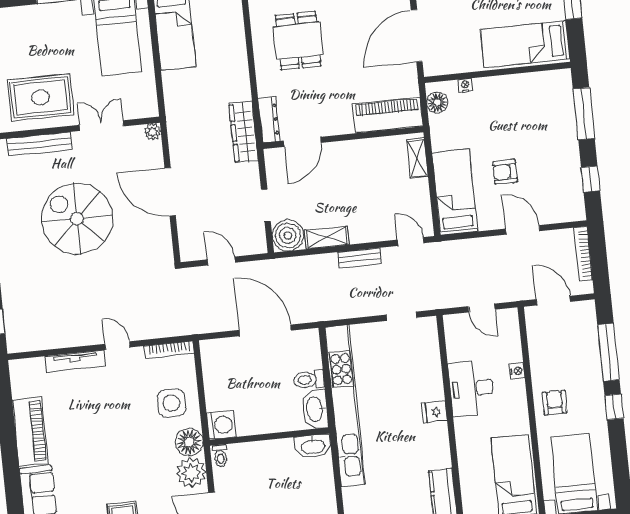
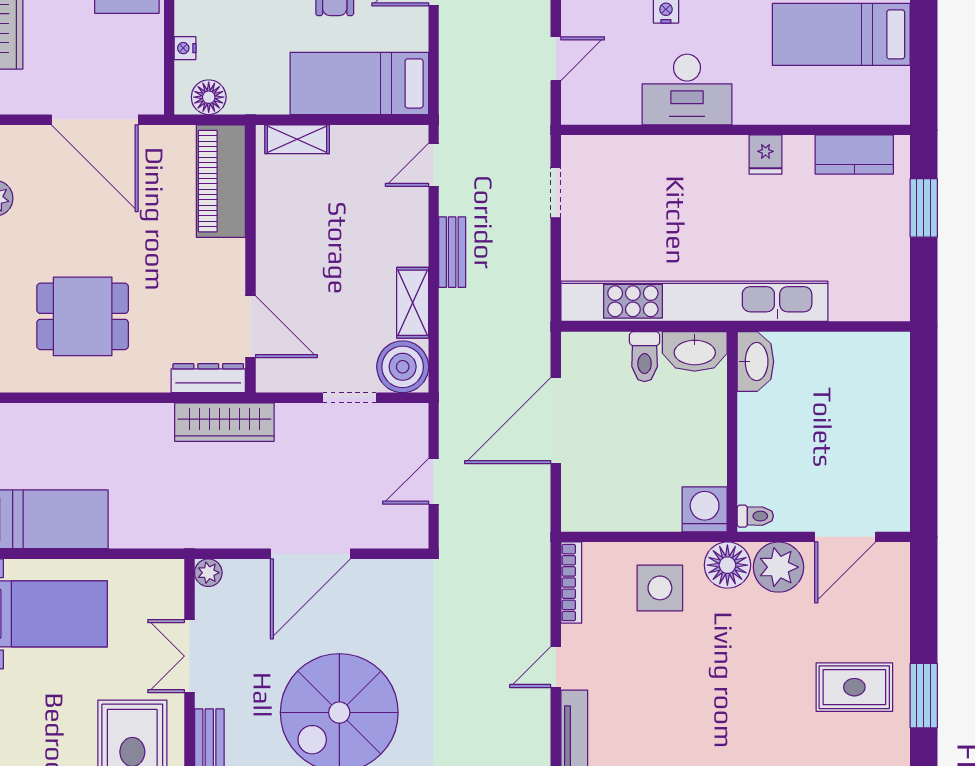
fridge: (434, 412) -> (766, 155), moved

